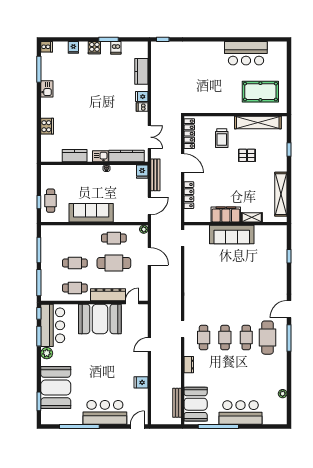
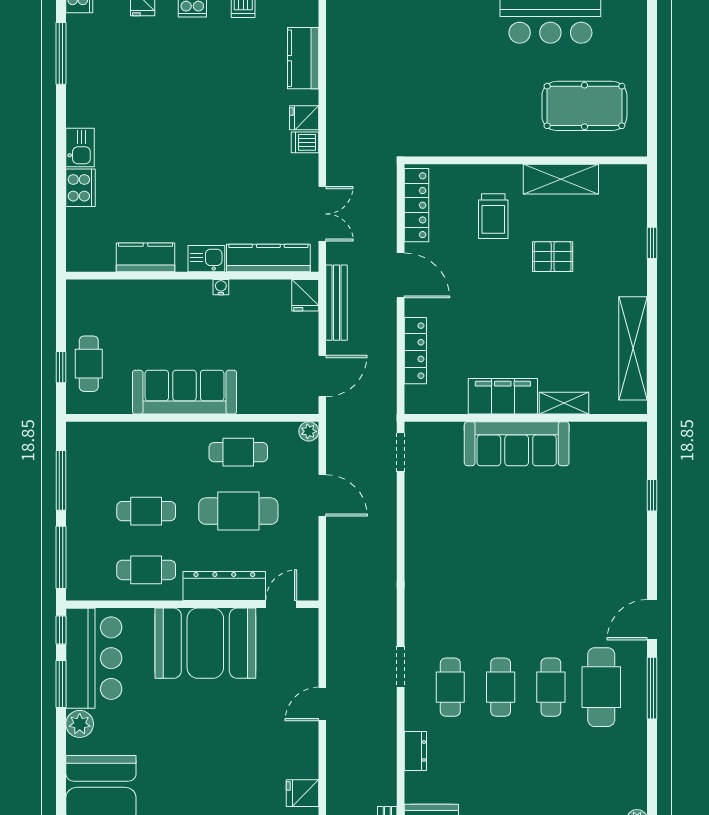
kitchen sink: (47, 89) -> (80, 148), moved
shelving: (258, 123) -> (561, 179), width x0.68

